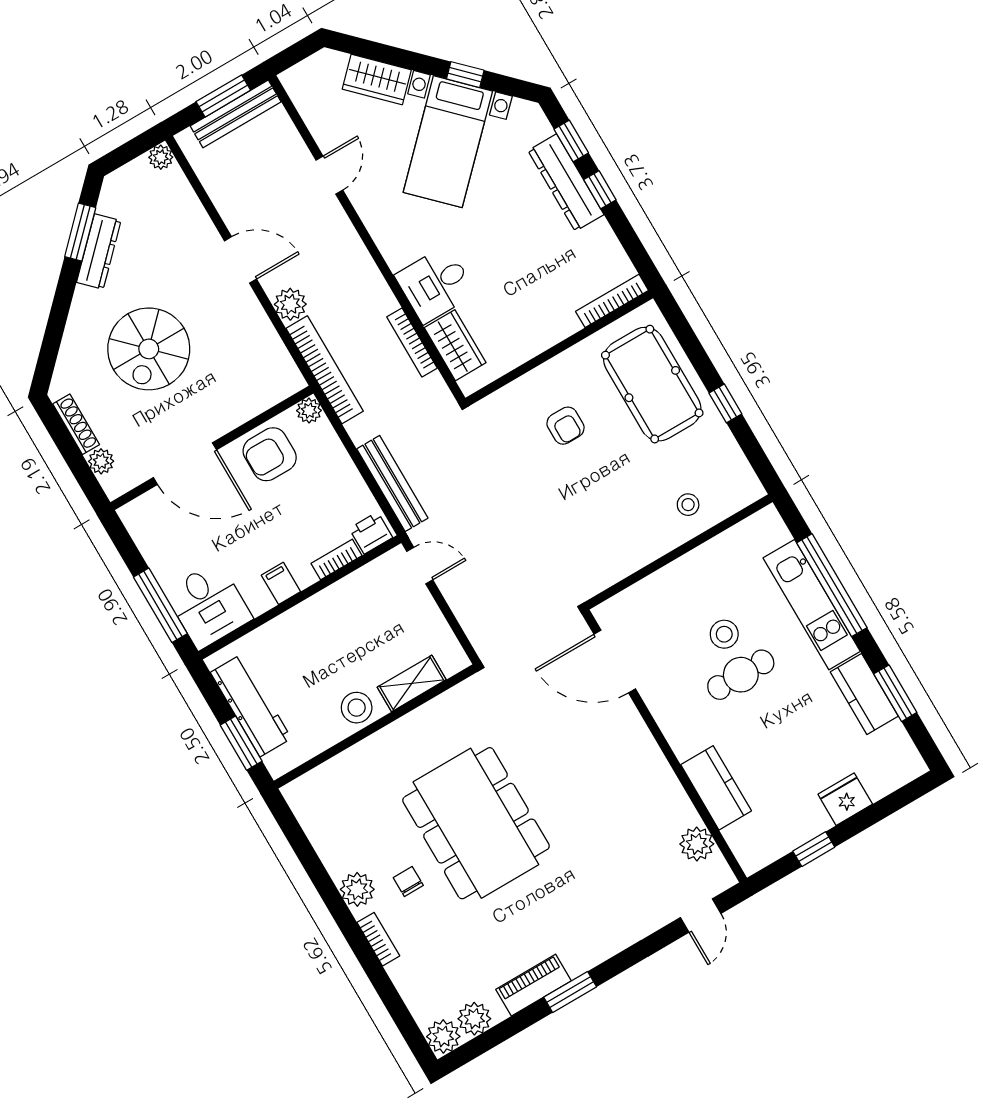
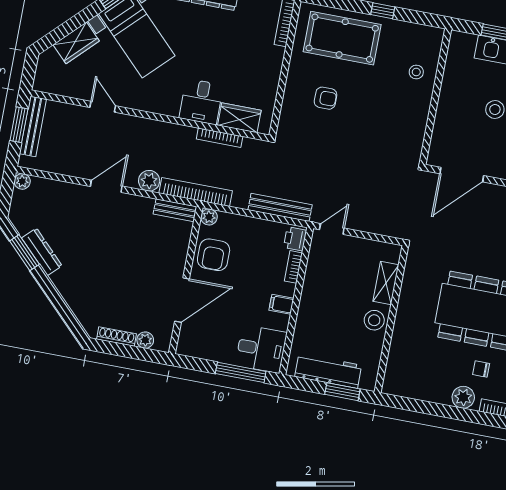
spiral stairs: (149, 349) -> (111, 269), removed
bench: (282, 364) -> (175, 210), added

